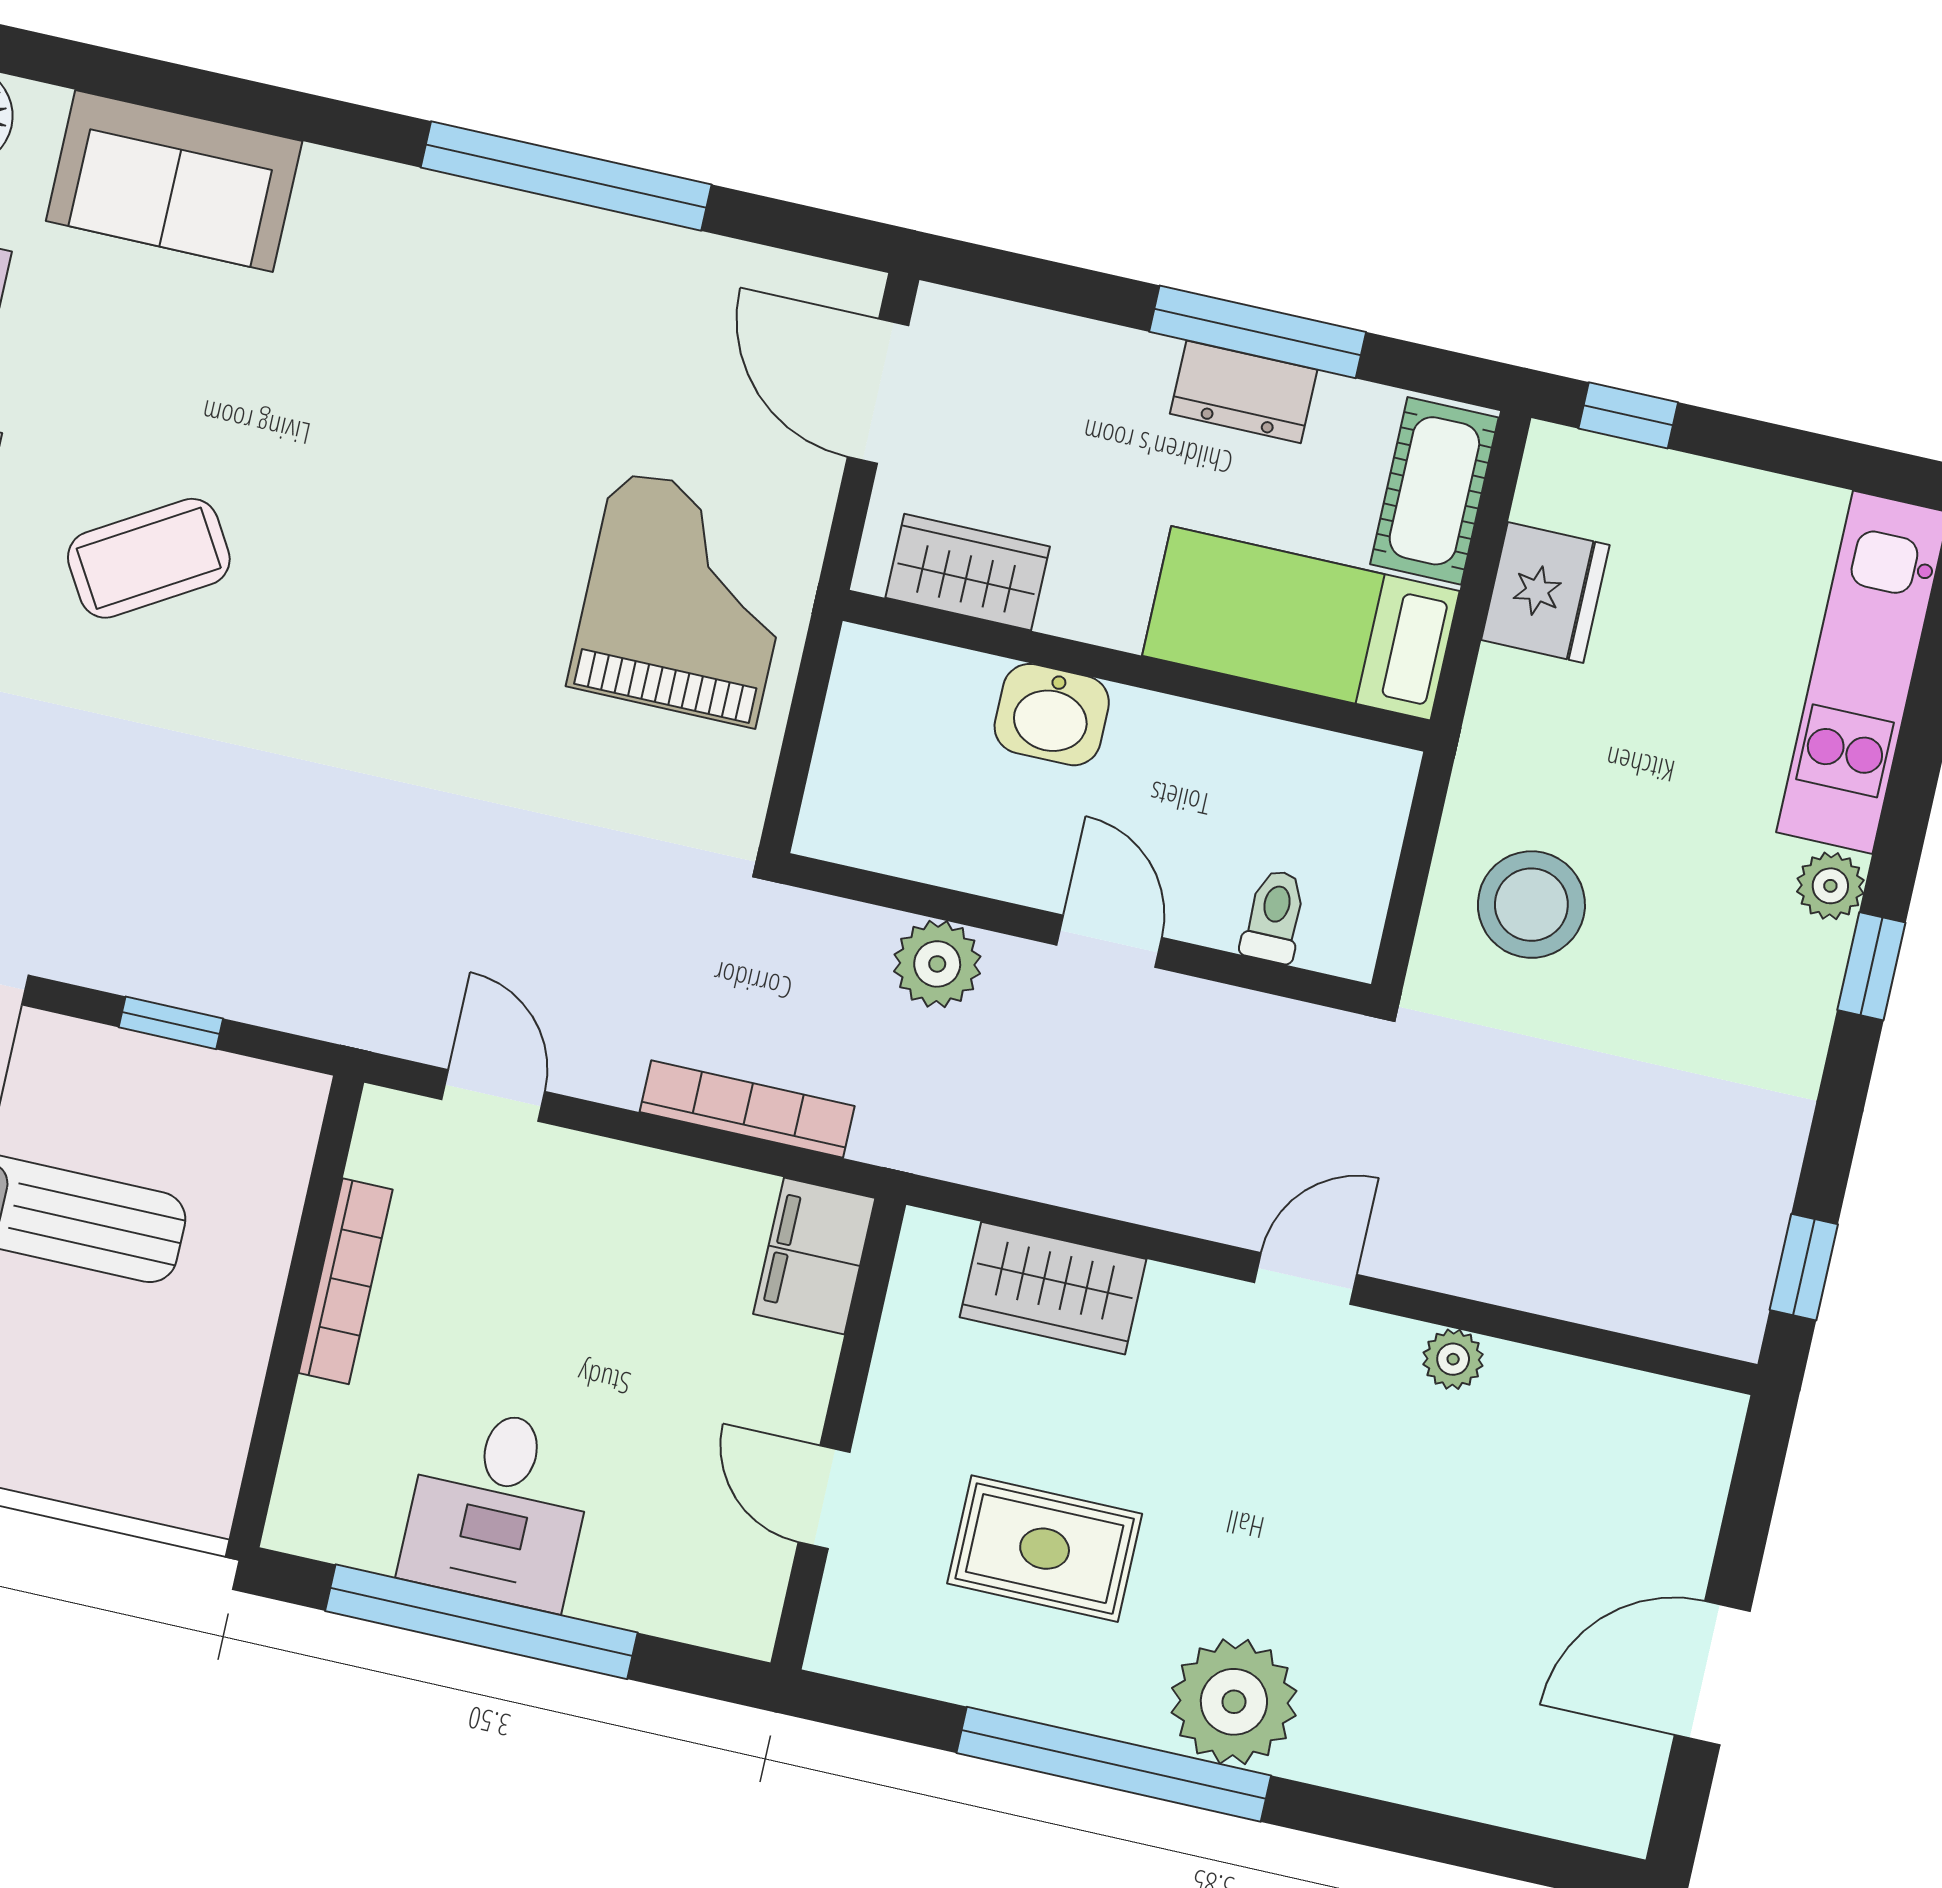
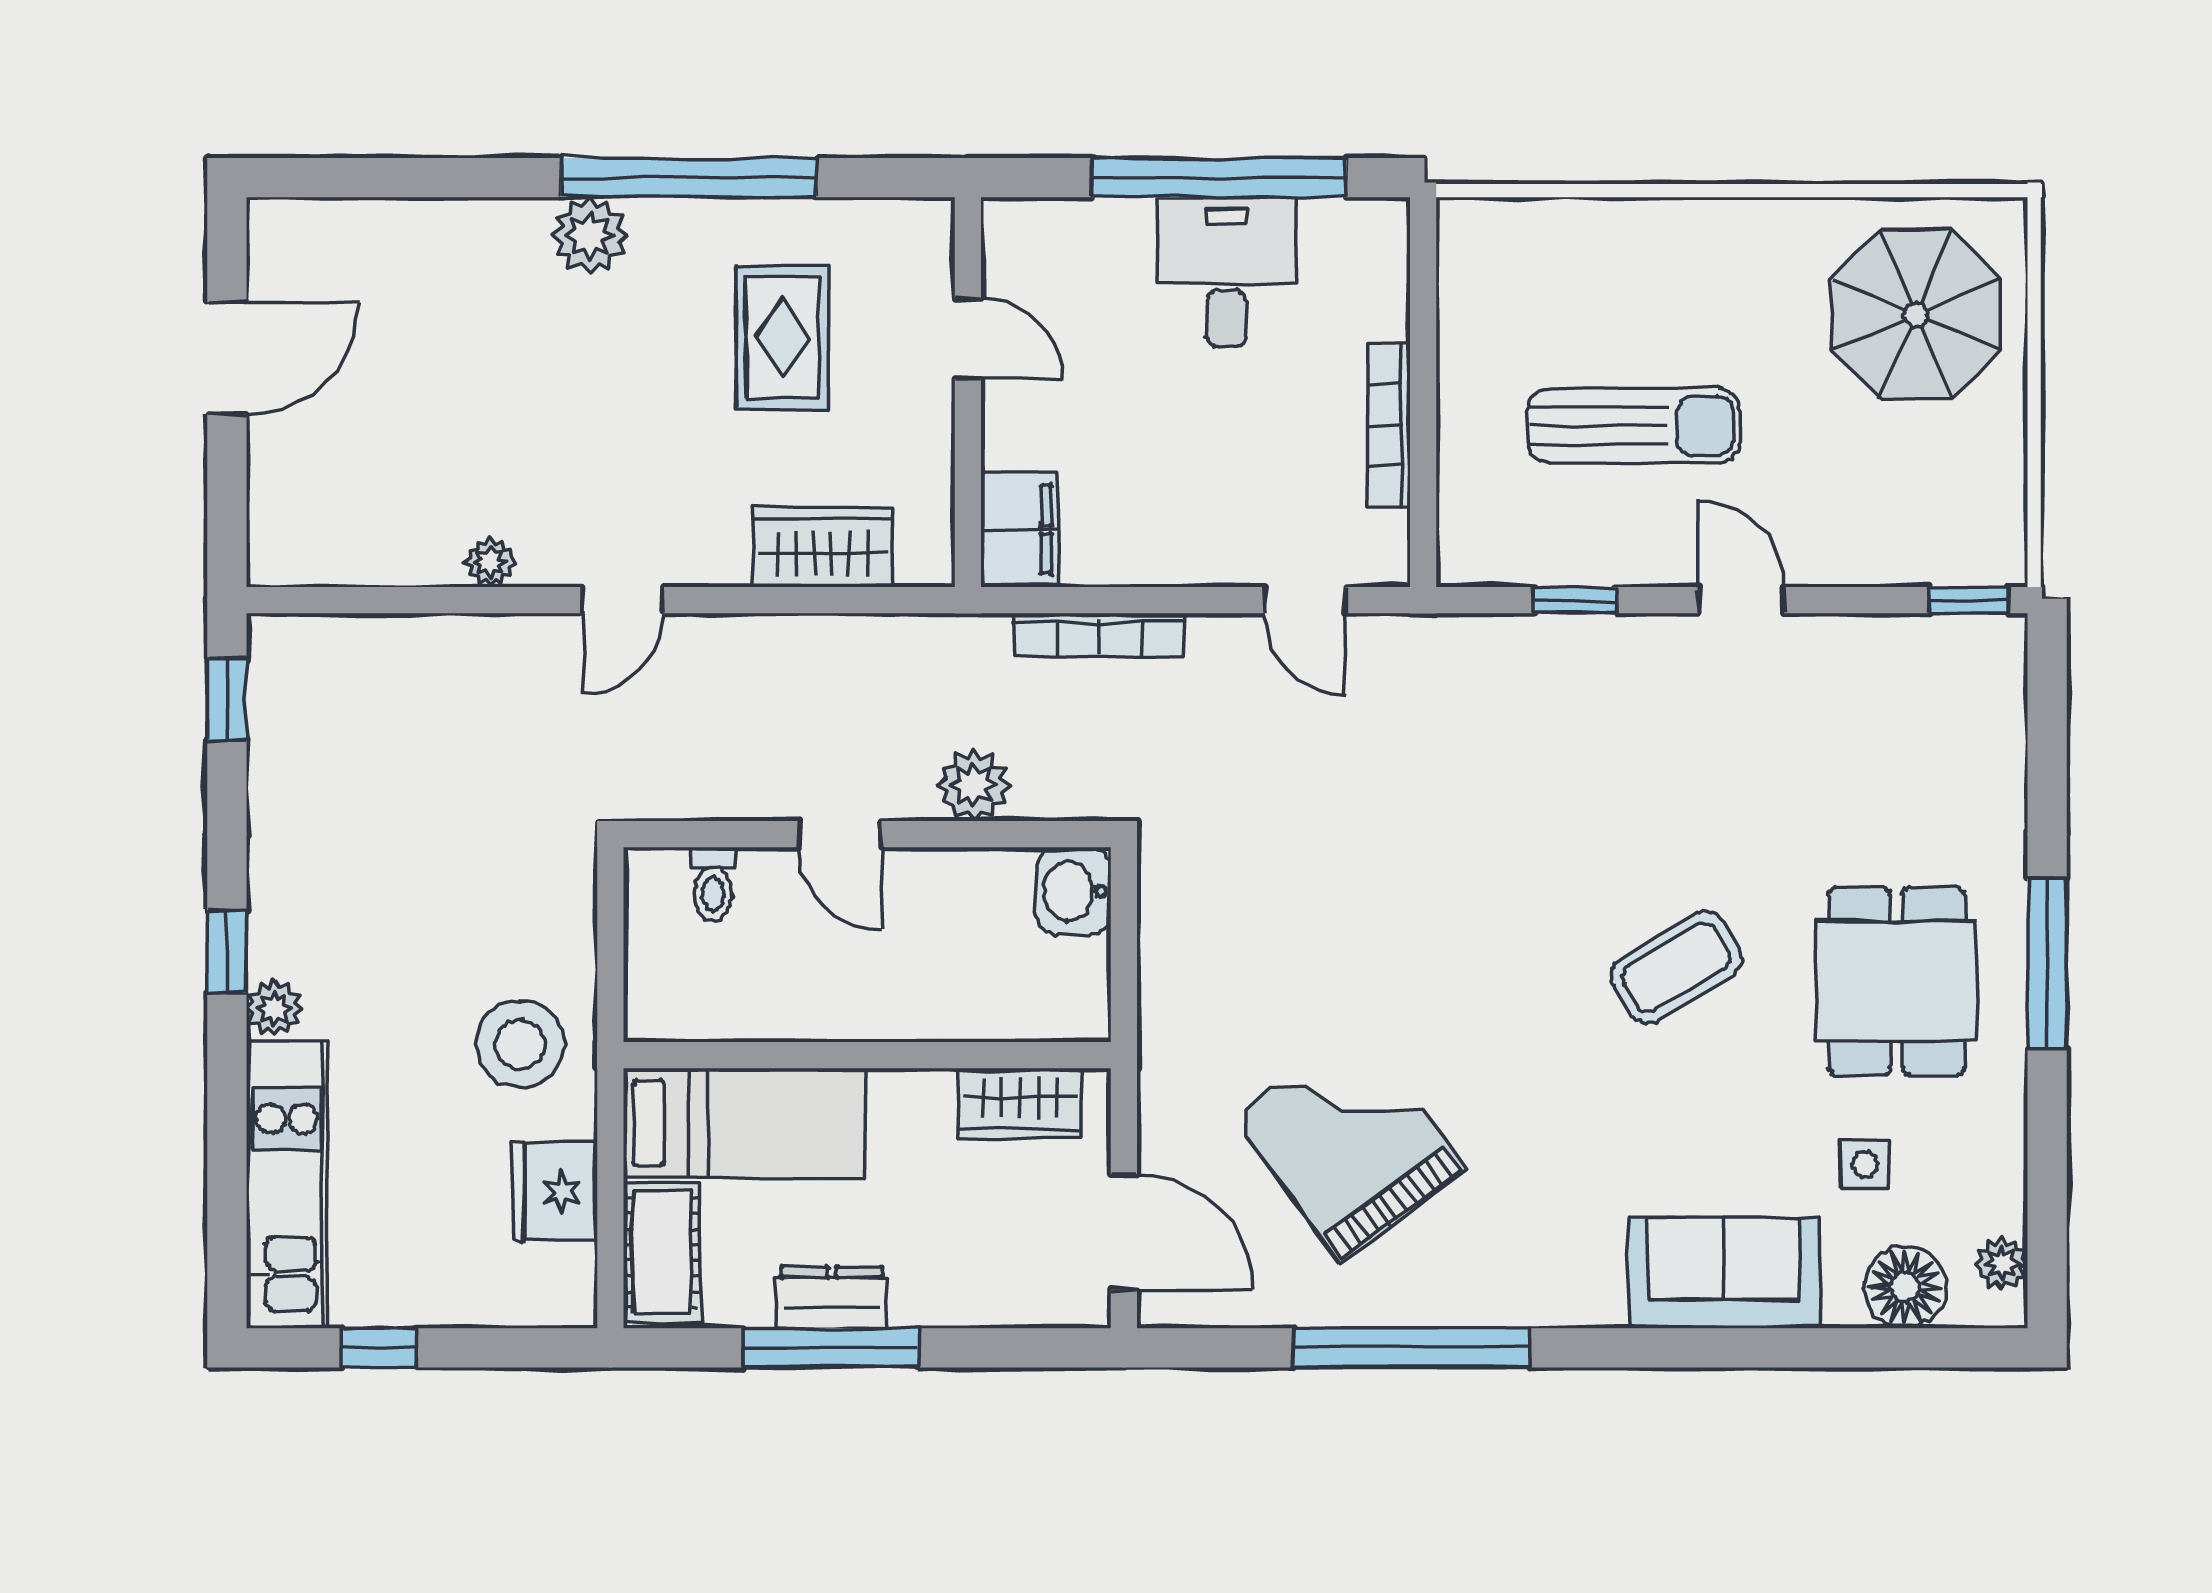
window: (1628, 415) -> (379, 1348), moved
grand piano: (685, 598) -> (1350, 1143), moved, turned 144
washbasin: (1052, 715) -> (1074, 891), moved, turned -90
stool: (1531, 905) -> (520, 1044), moved
rug: (1045, 1549) -> (783, 337), turned 90
plant: (1234, 1702) -> (590, 235), width x0.73, depth x0.73

